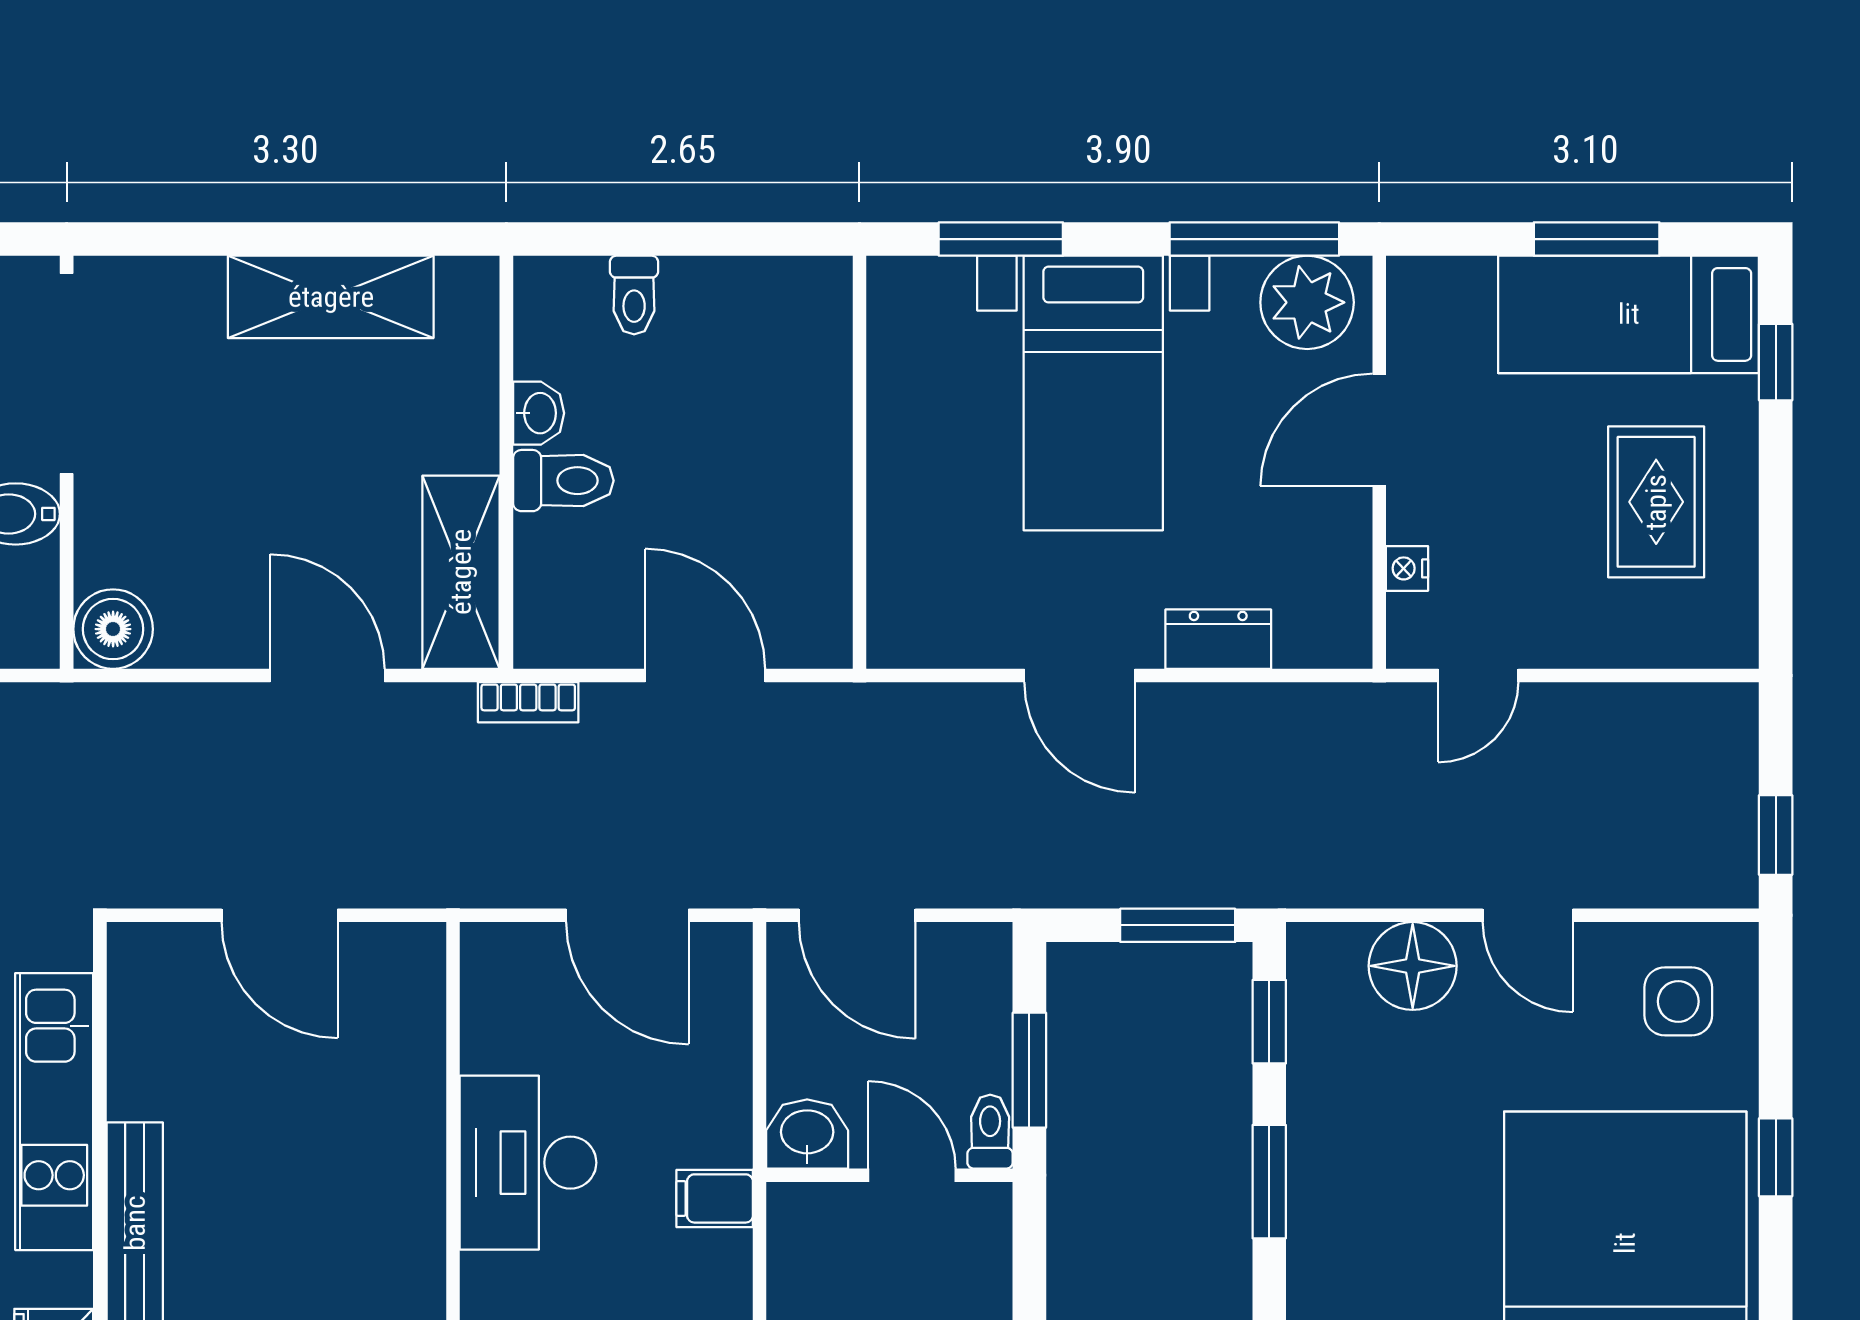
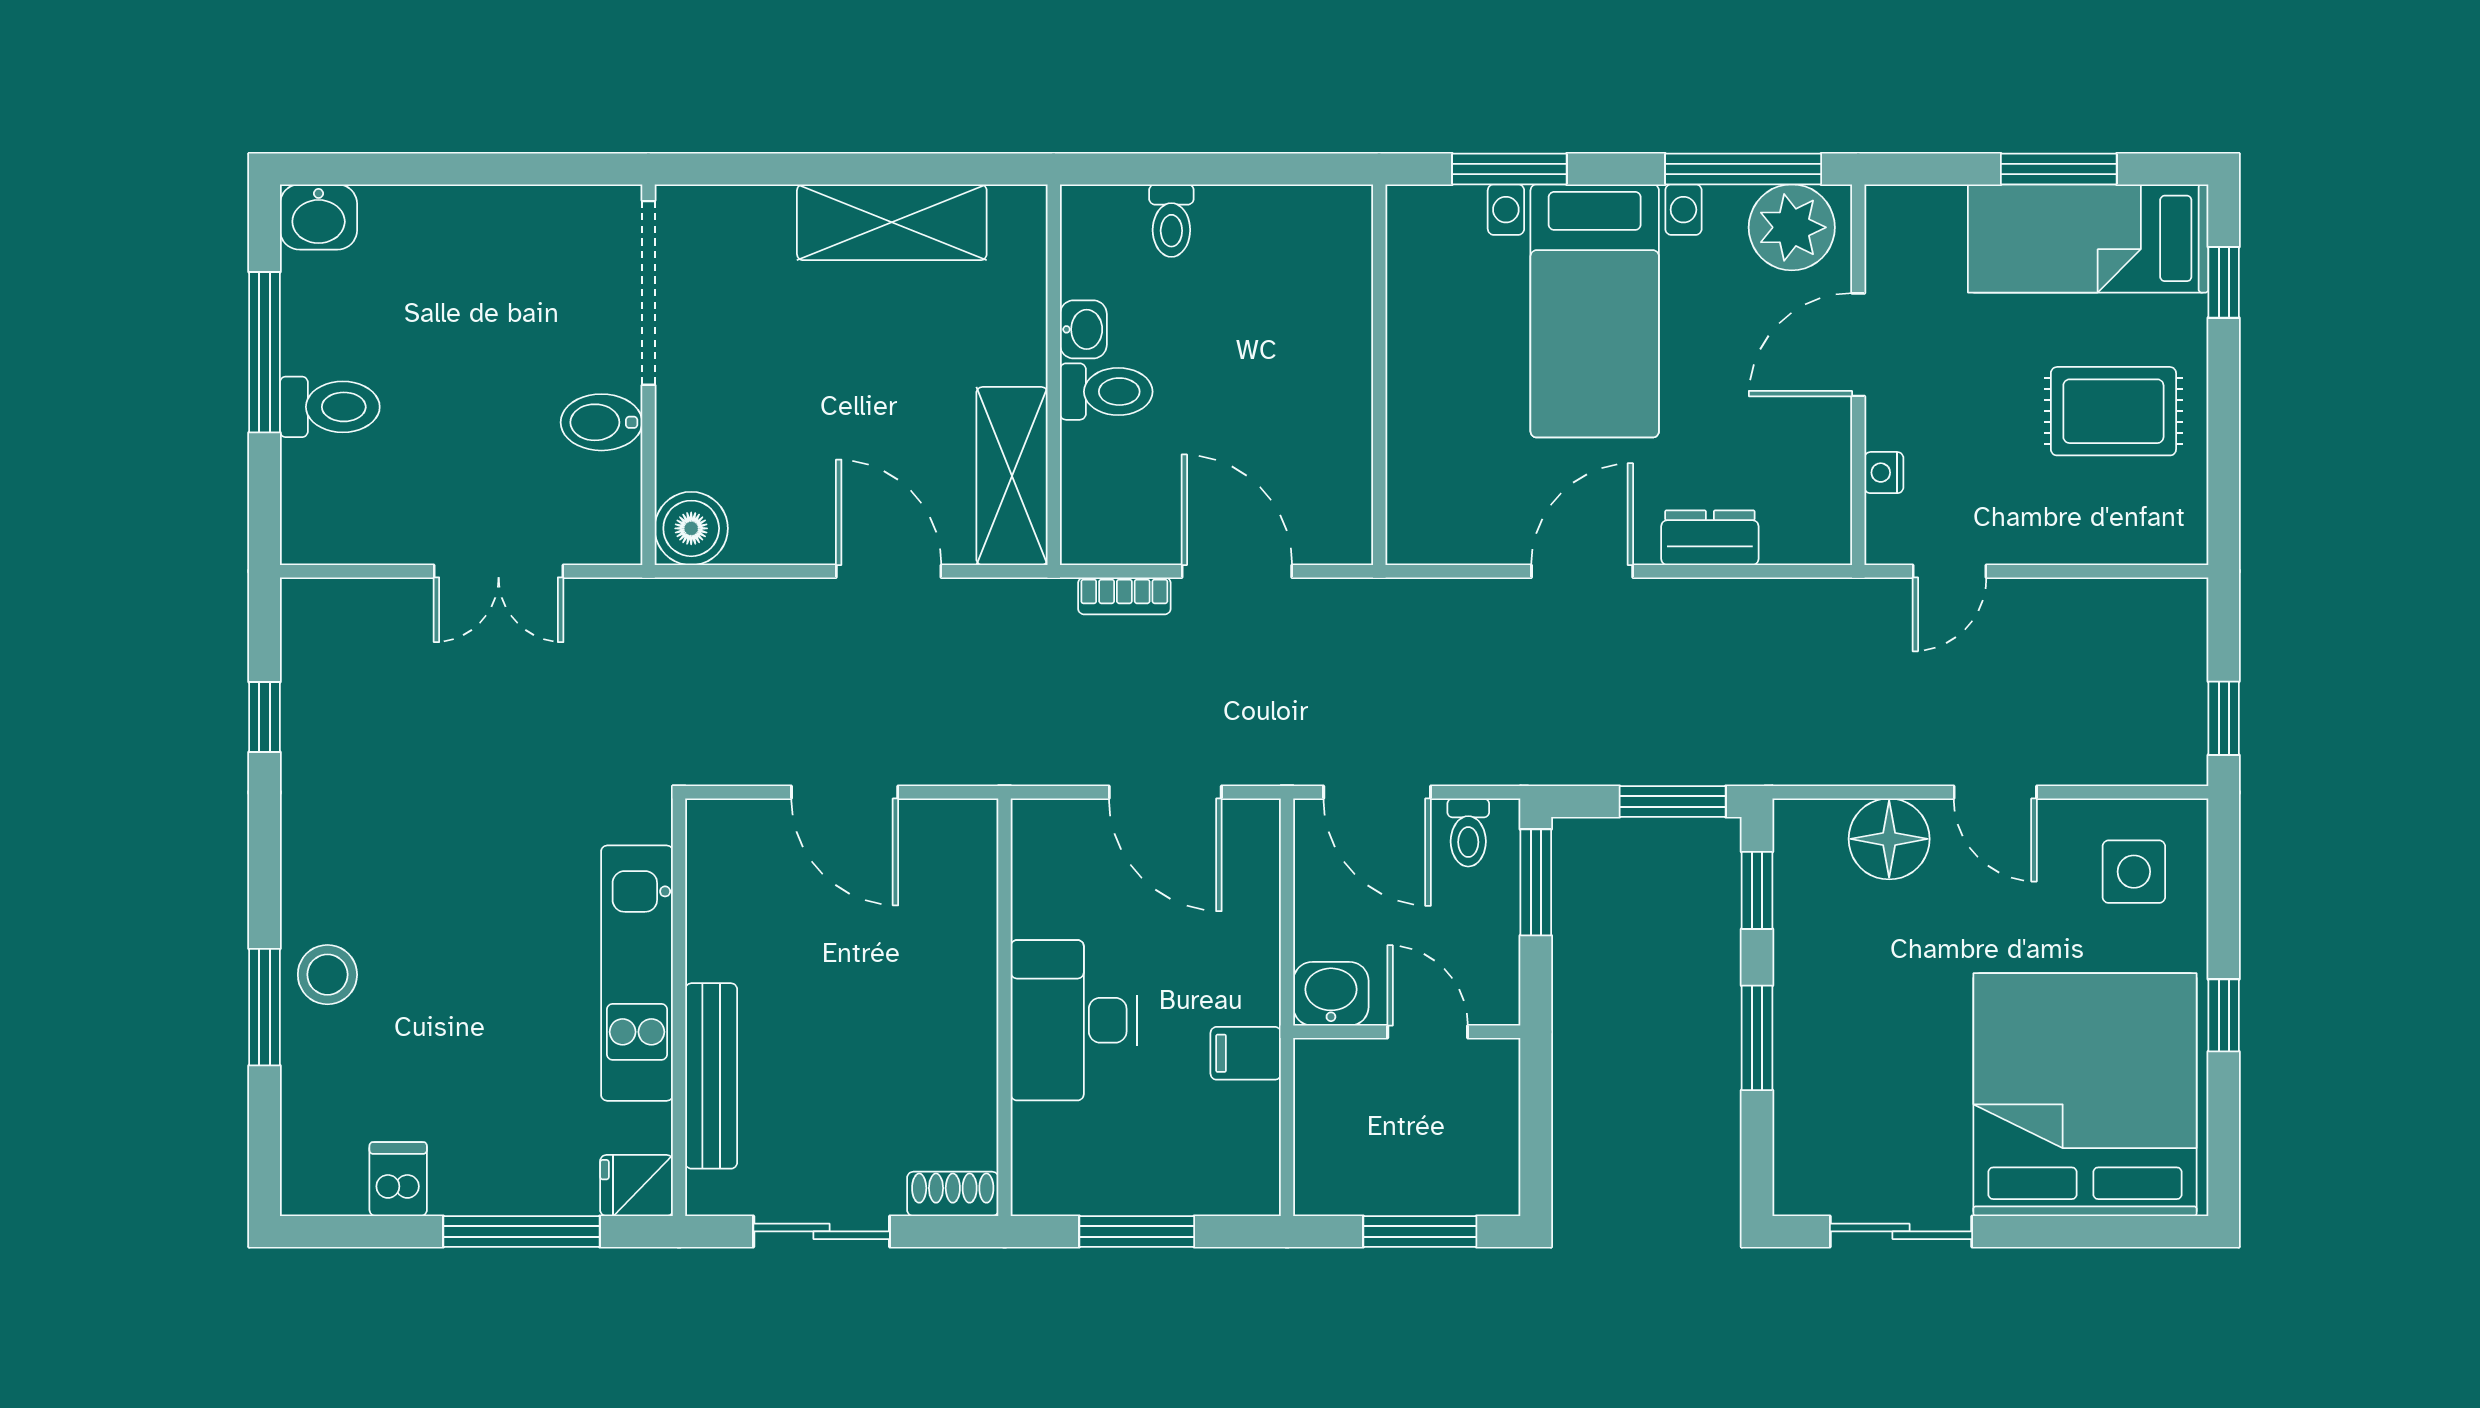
rug: (1656, 502) -> (2113, 411), turned 90
door: (1080, 675) -> (1582, 571), swing flipped
bookcase: (528, 702) -> (1124, 596), moved
window: (1029, 1070) -> (1536, 882), moved
toilet: (990, 1132) -> (1468, 832), moved, turned 180

